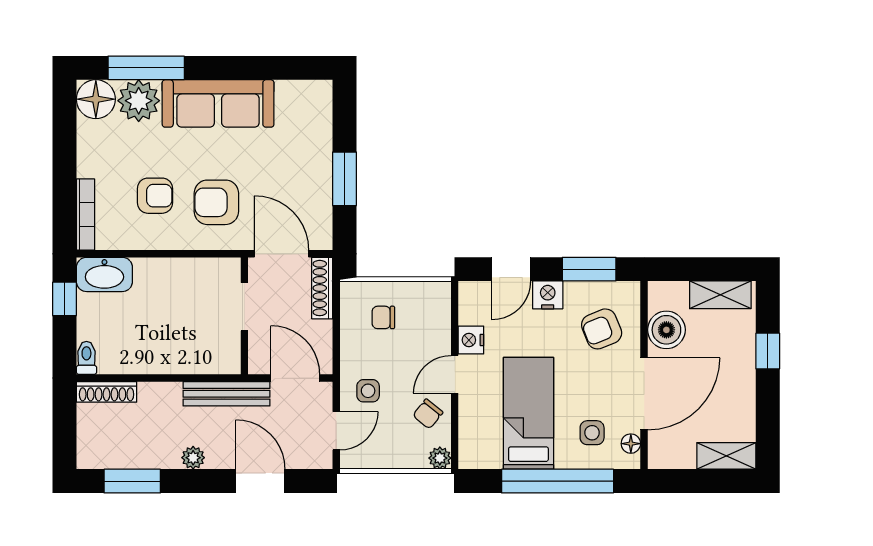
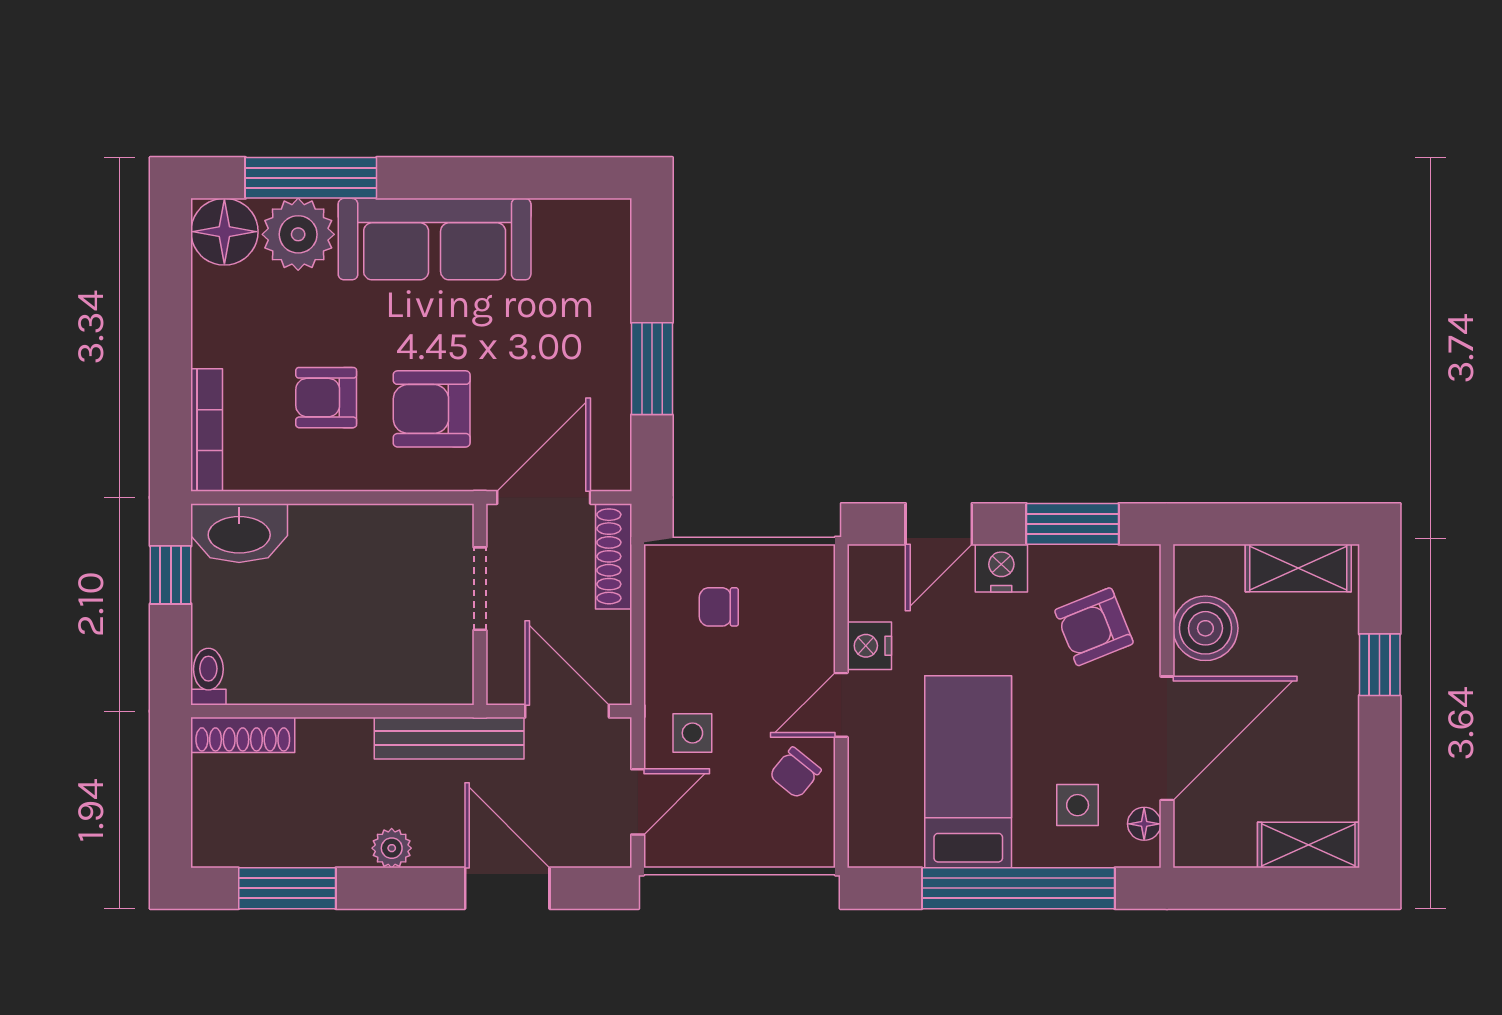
armchair: (155, 196) -> (326, 398), turned 180
door: (282, 254) -> (544, 497), hinge flipped
plant: (440, 458) -> (816, 849), removed

